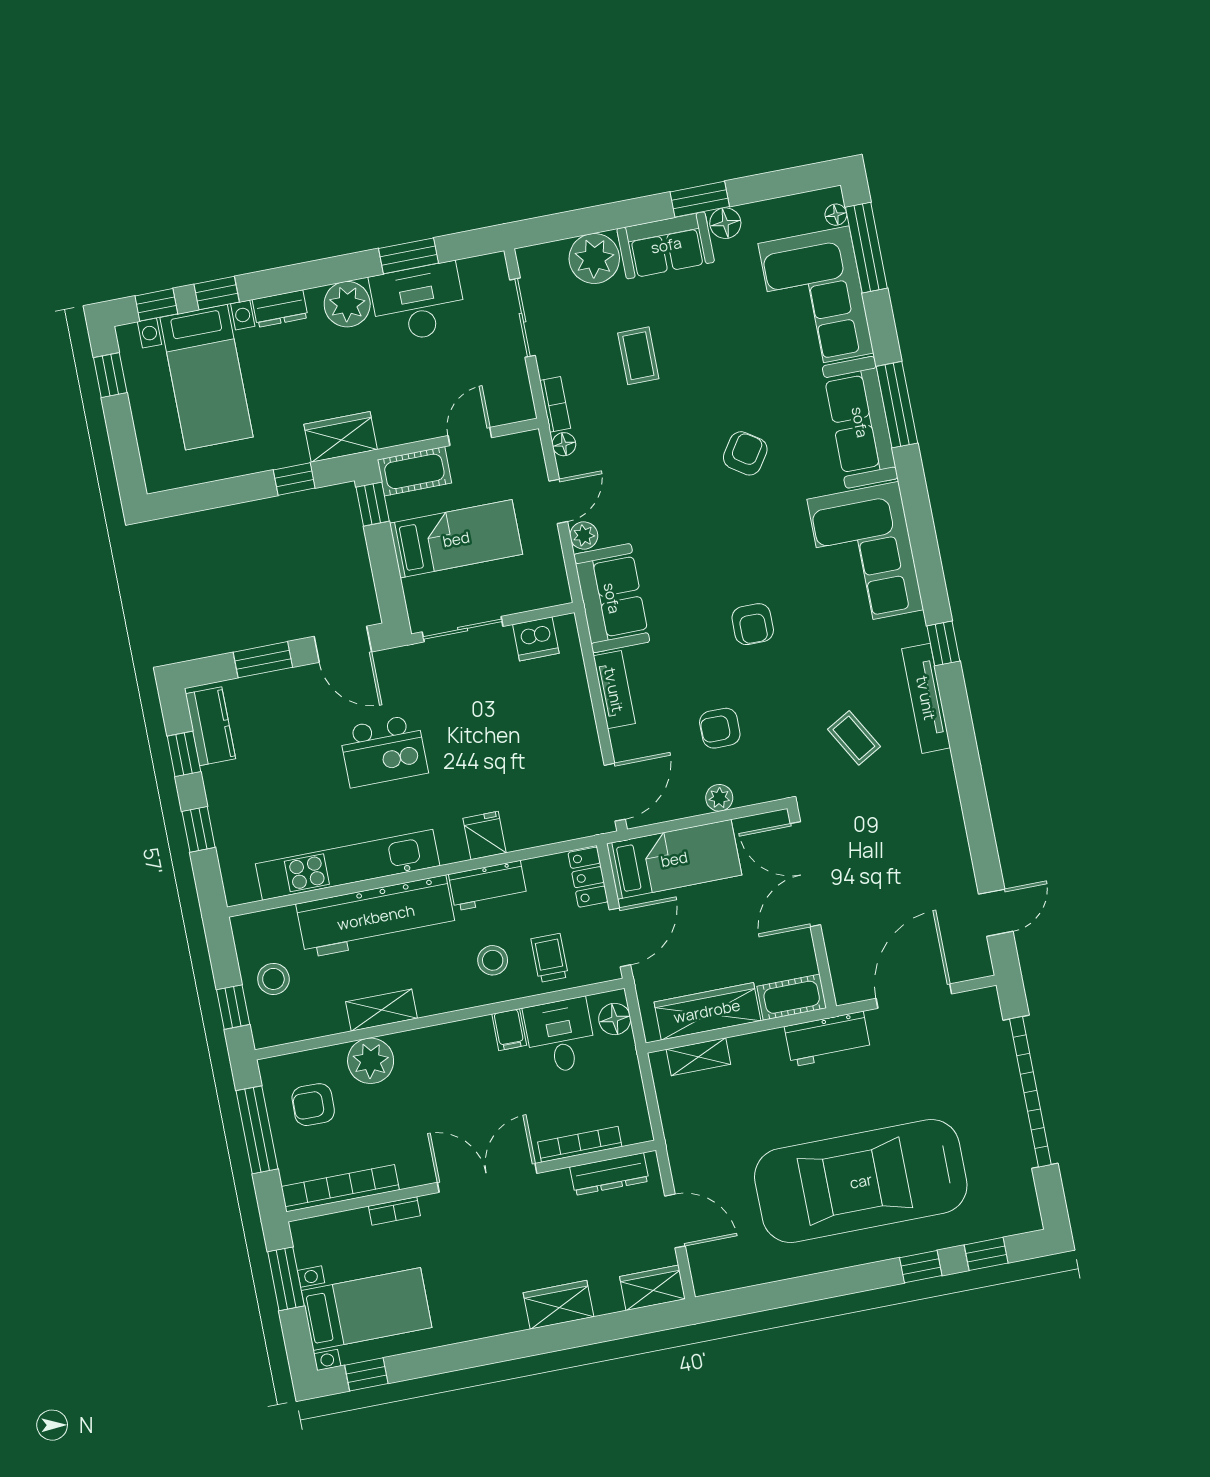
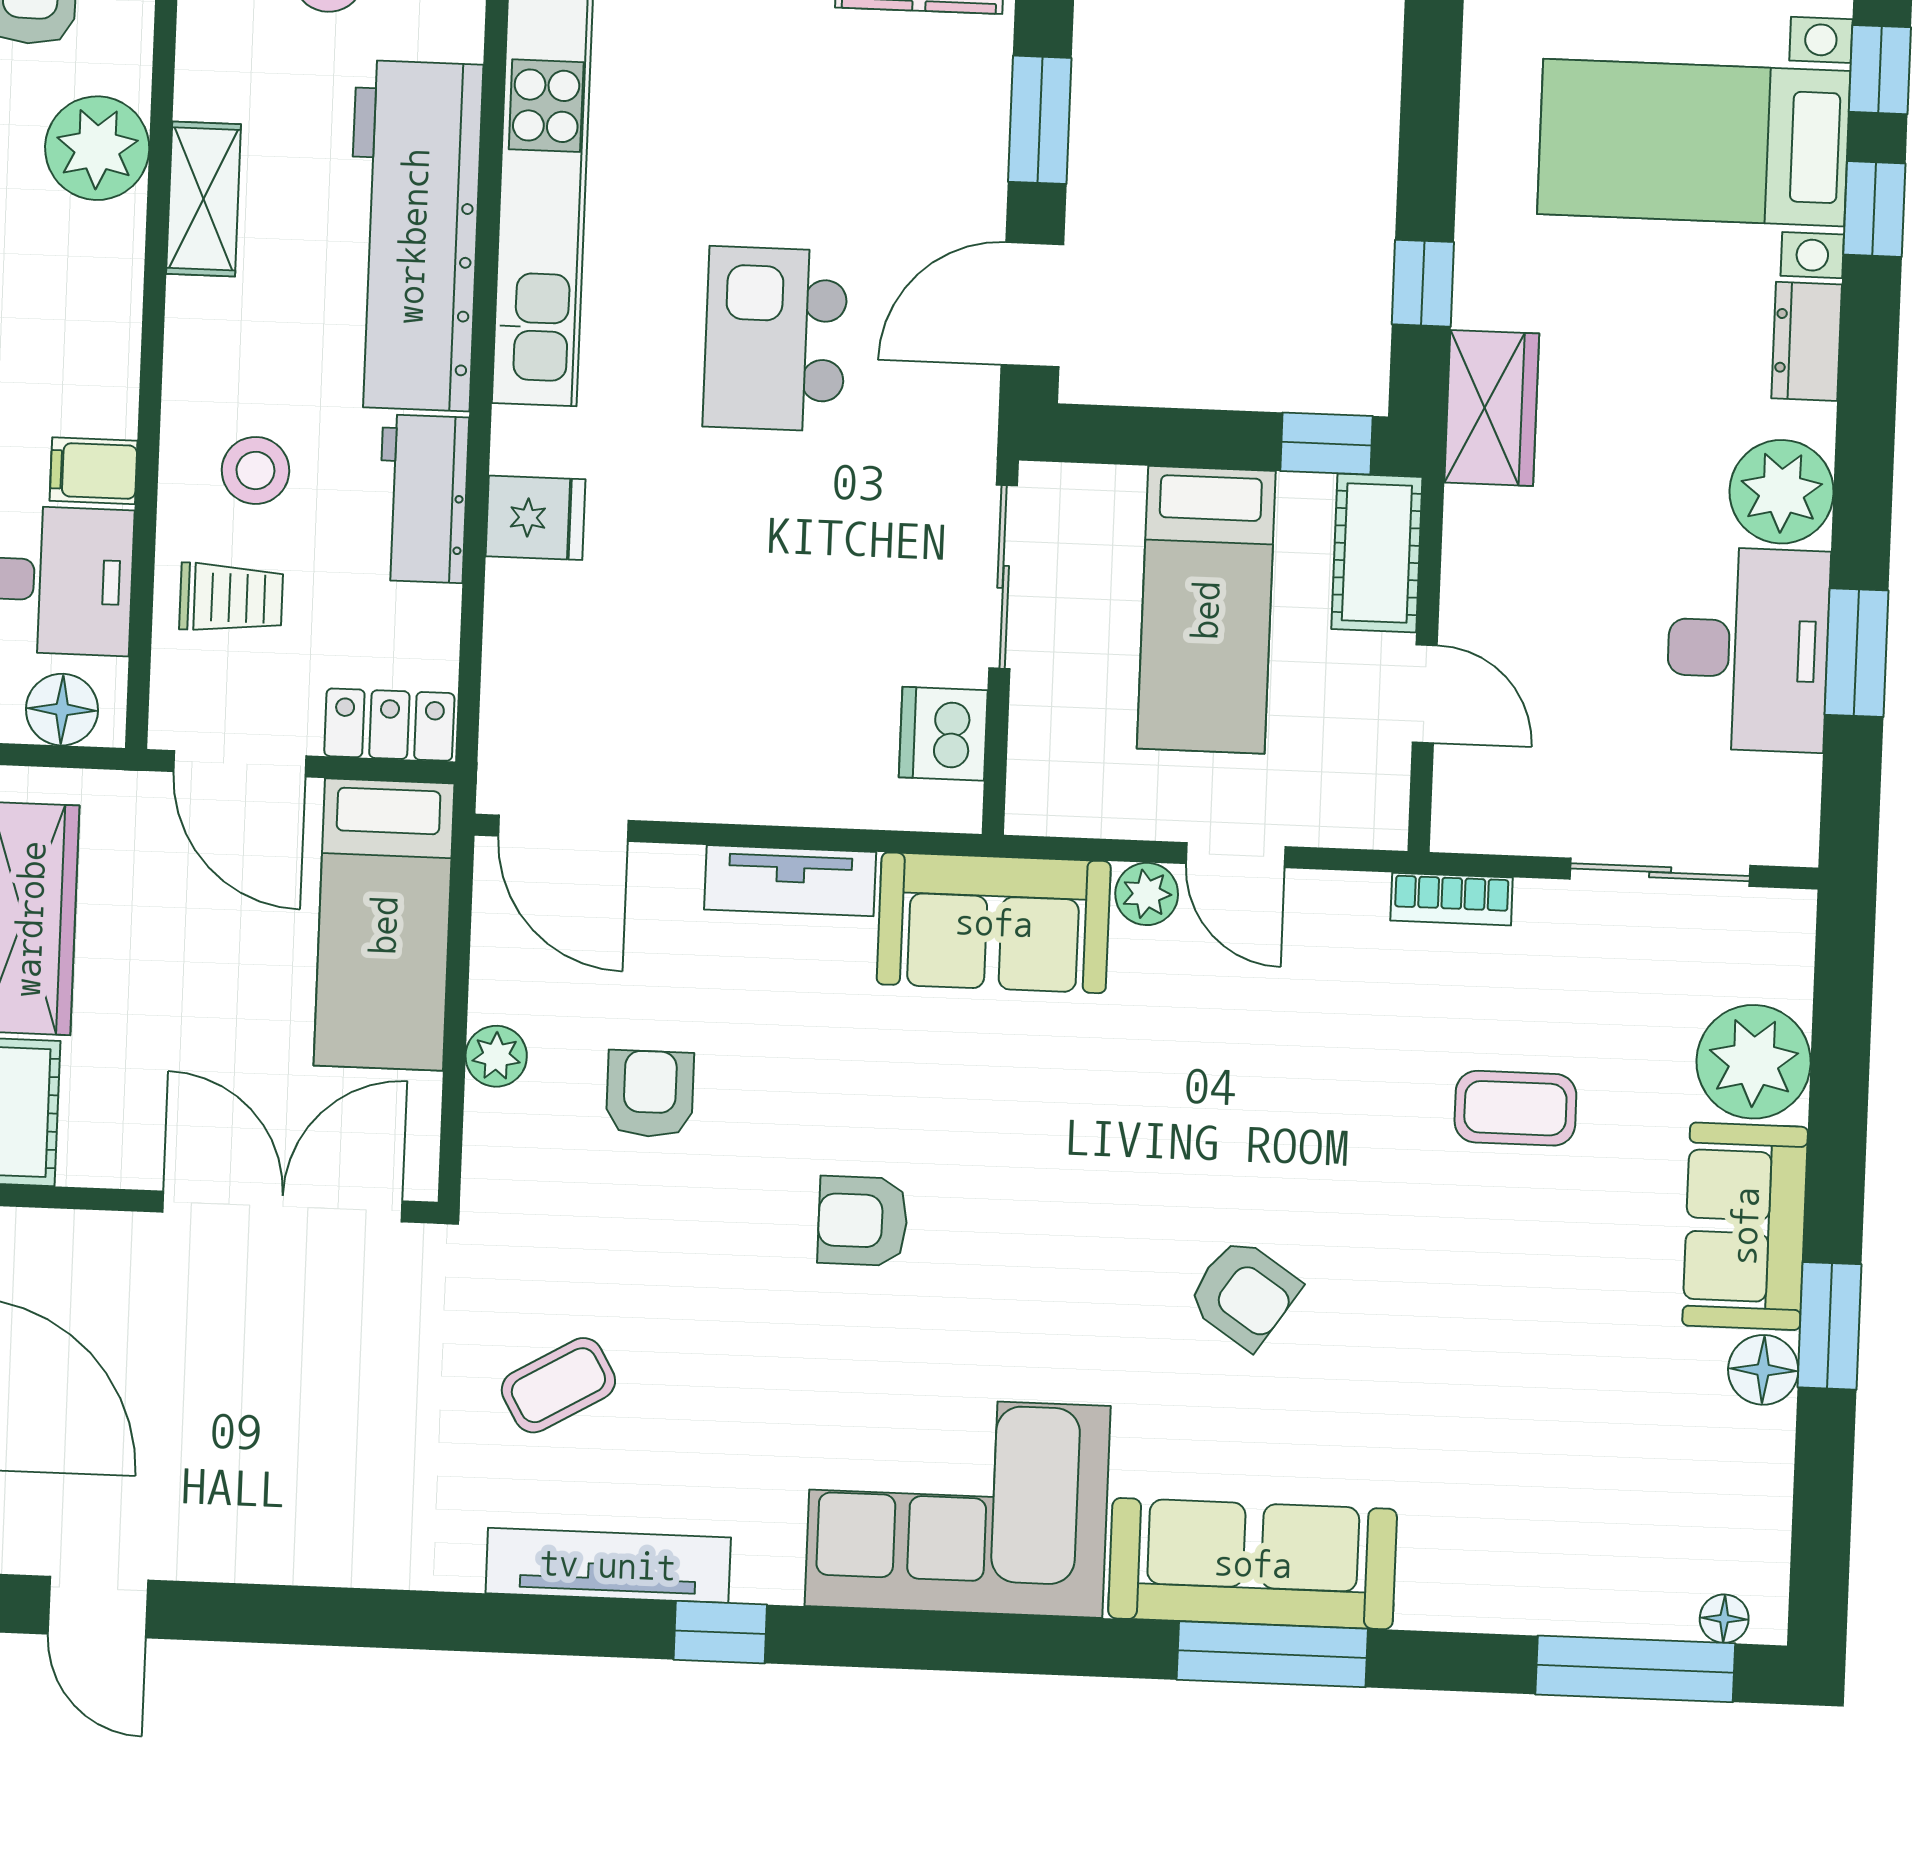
corner sofa: (816, 298) -> (1550, 1531), removed
floor lamp: (564, 444) -> (1359, 898), removed

